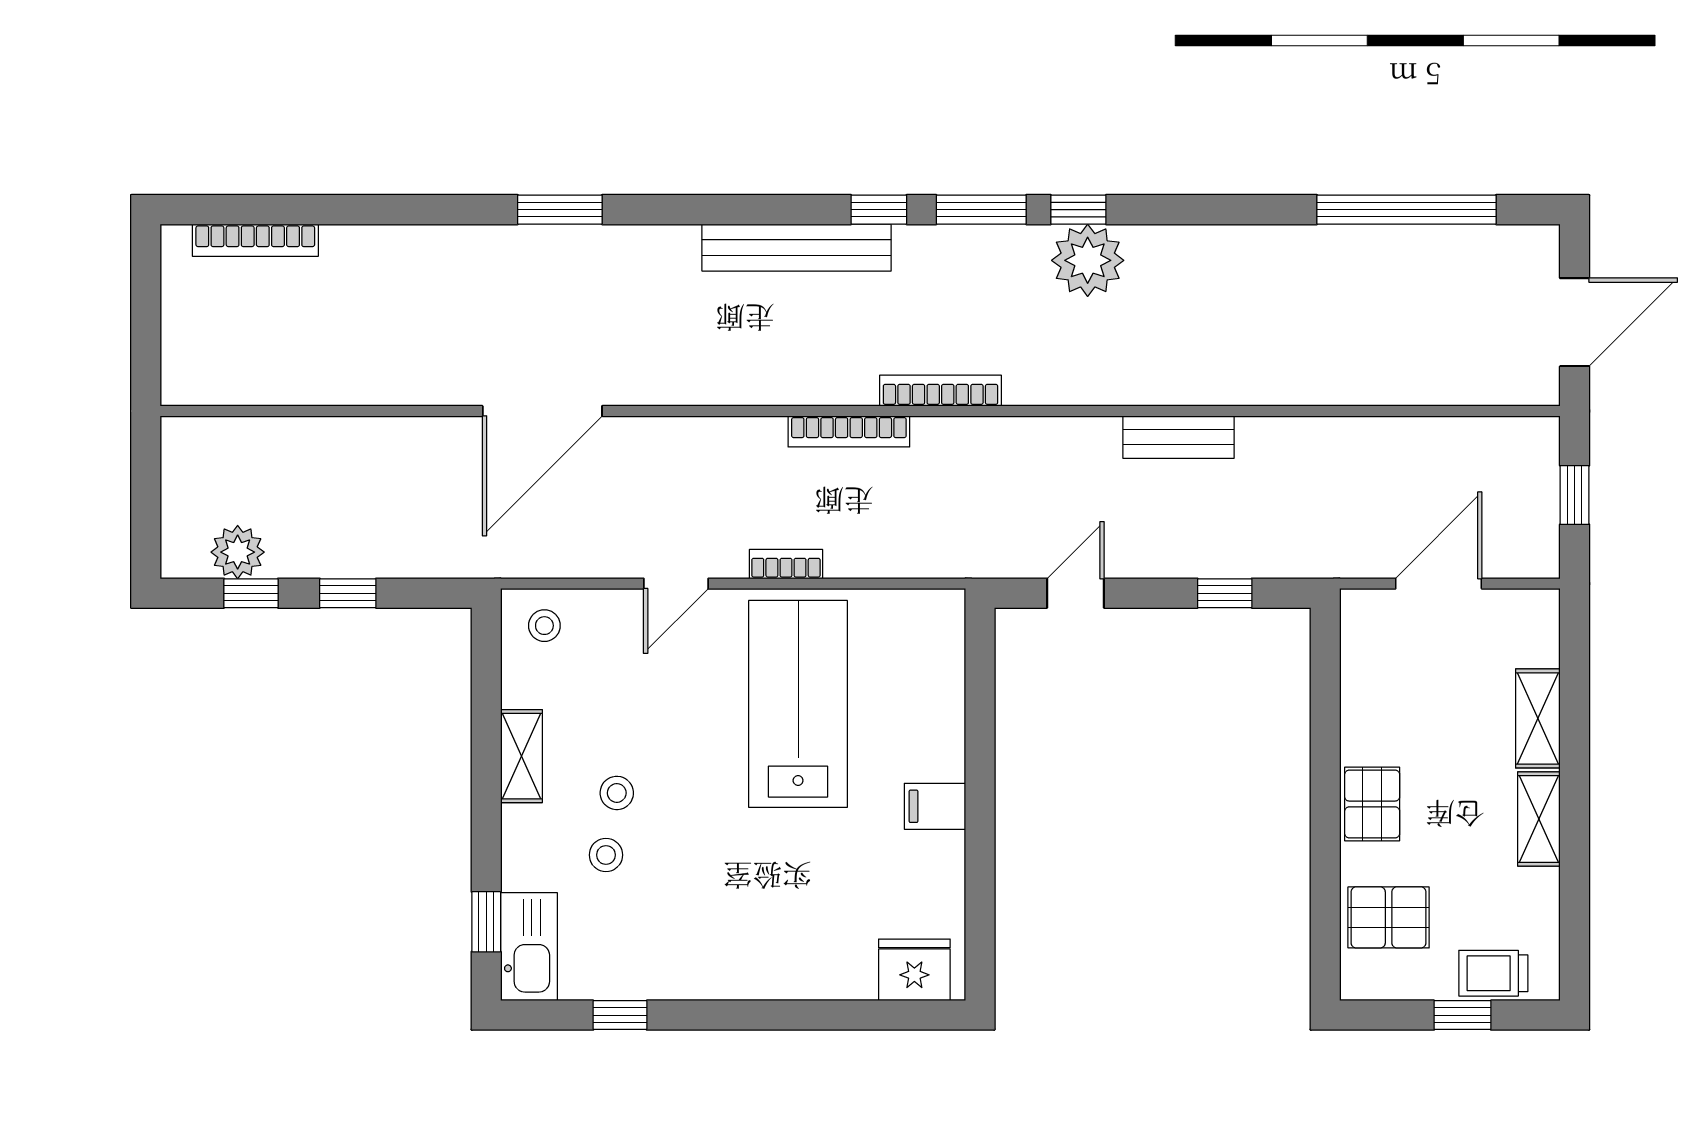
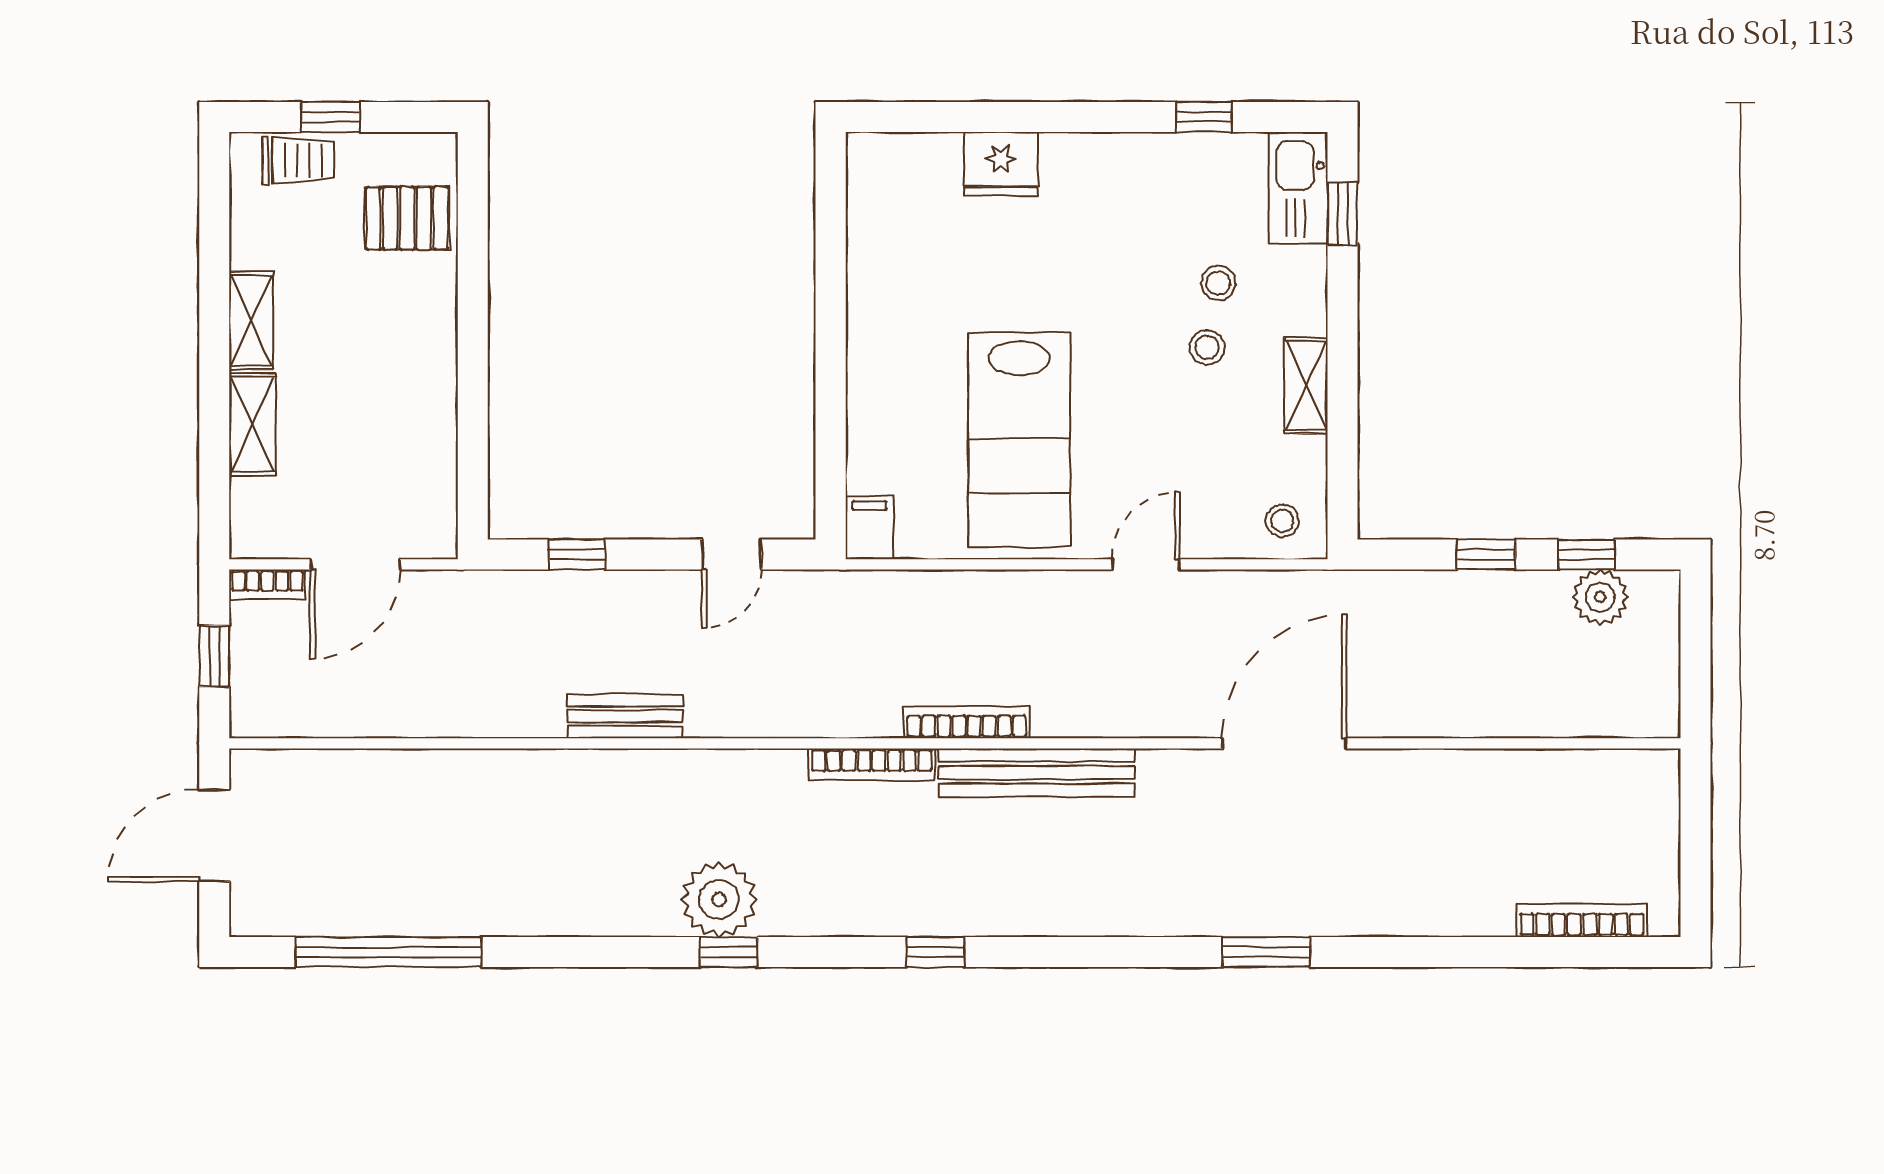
window: (981, 210) -> (829, 952), removed
bench: (797, 248) -> (1037, 773), moved
bookcase: (786, 564) -> (267, 585), moved
pallet: (1372, 804) -> (424, 336), removed
filing cabinet: (935, 806) -> (869, 528), moved, turned -90
fridge: (914, 970) -> (1001, 164), moved

